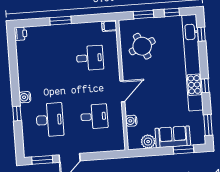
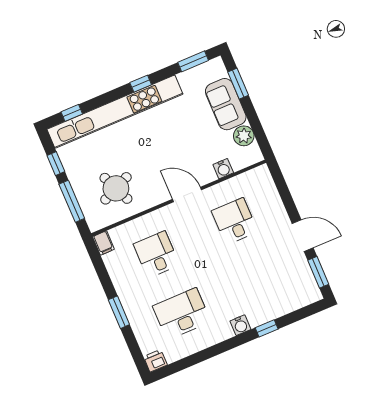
window: (144, 15) -> (72, 201), width x1.44
desk: (50, 120) -> (182, 314), moved

